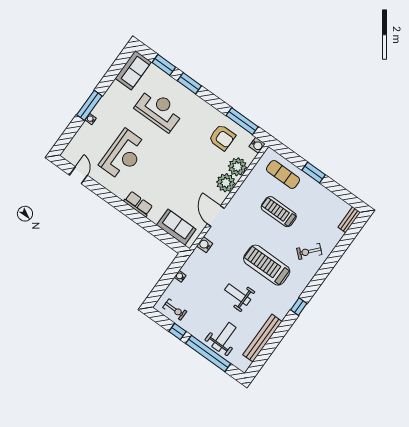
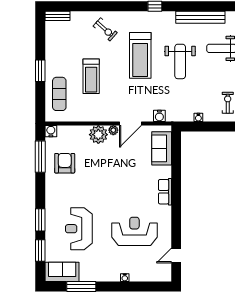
window: (89, 105) -> (81, 286), moved
plant: (237, 167) -> (113, 130), moved, width x0.53, depth x0.53
weight bench: (238, 295) -> (180, 61), width x1.36, depth x1.33

